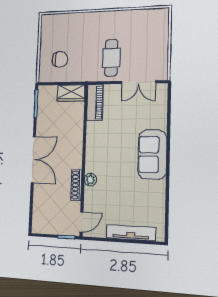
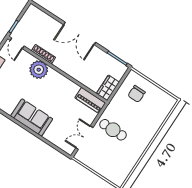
plant: (90, 180) -> (39, 70), width x1.87, depth x1.87

